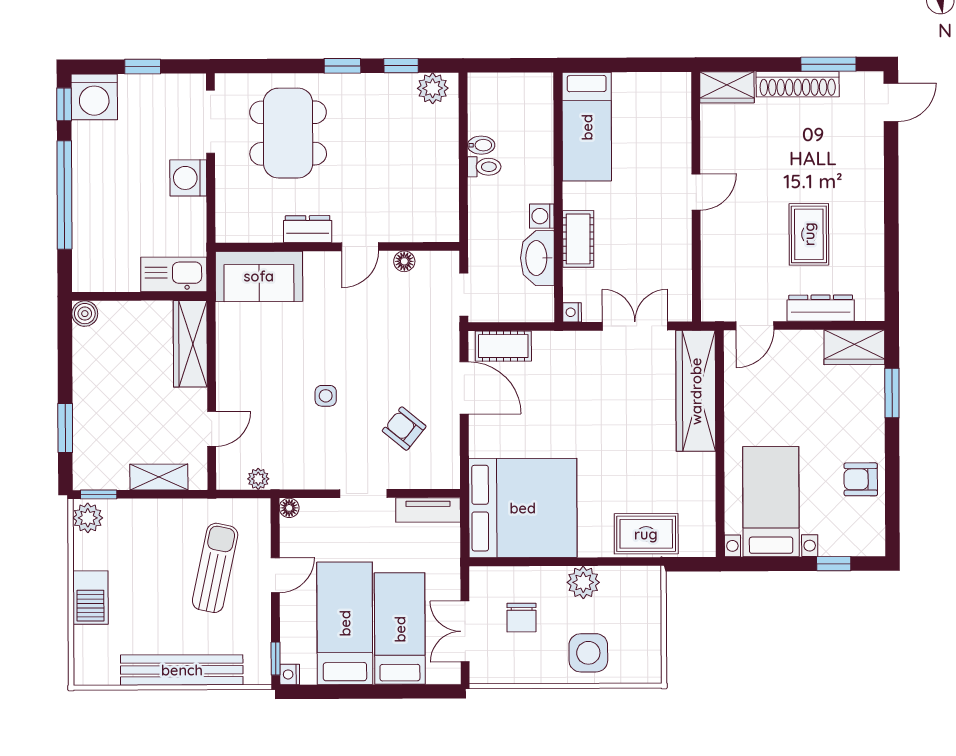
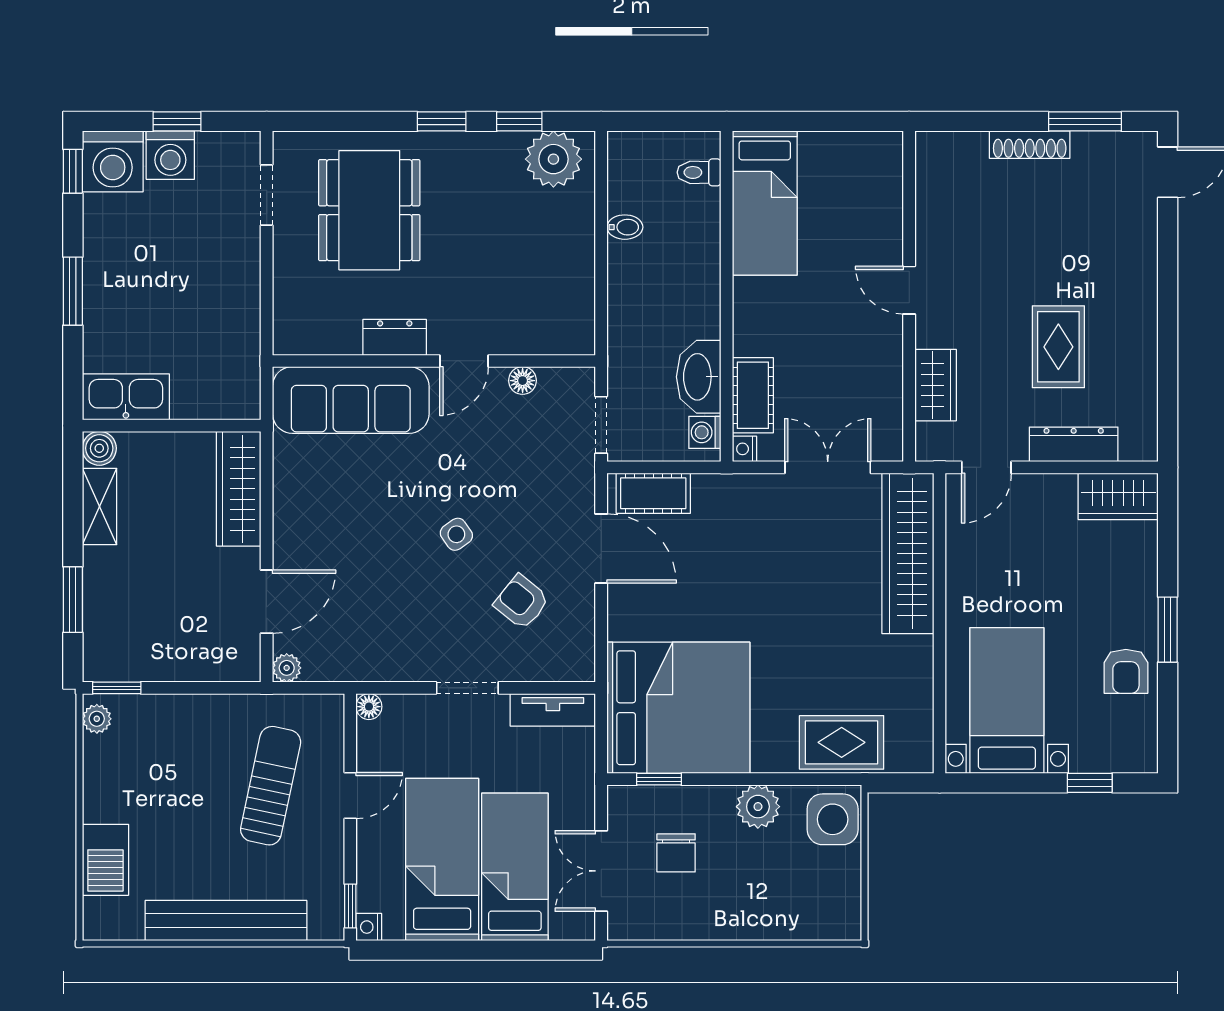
shoe rack: (798, 84) -> (1030, 145), width x0.74, depth x0.81
wardrobe: (727, 87) -> (936, 385), moved, turned -90
plant: (433, 88) -> (553, 159), width x1.36, depth x1.36
doorway: (211, 122) -> (267, 195), width x0.73
toilet: (484, 167) -> (699, 172), moved, turned 180
washing machine: (188, 178) -> (170, 155), moved, turned -90
door: (696, 192) -> (909, 290), swing flipped
window: (64, 195) -> (73, 291), width x0.47
washing machine: (542, 216) -> (705, 432), moved
cot: (578, 239) -> (753, 395), moved
kitchen sink: (174, 274) -> (126, 397), moved
sofa: (259, 276) -> (351, 400), width x1.36
window: (892, 393) -> (1168, 630), moved
side table: (326, 396) -> (456, 534), moved, turned -35
door: (212, 429) -> (267, 602), width x1.37
shelving: (159, 477) -> (99, 507), moved, turned 90
plant: (258, 479) -> (287, 668), moved
armchair: (861, 479) -> (1126, 671), turned -90
plant: (88, 518) -> (97, 719), width x0.73, depth x0.73
window: (508, 562) -> (659, 779), added
barbecue: (90, 598) -> (105, 860), moved
side table: (588, 653) -> (833, 819), moved

